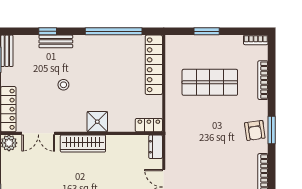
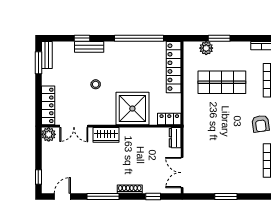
plant: (192, 43) -> (206, 48), added
shower: (97, 122) -> (132, 109), width x1.86, depth x1.86
wardrobe: (83, 144) -> (106, 135), width x0.67

